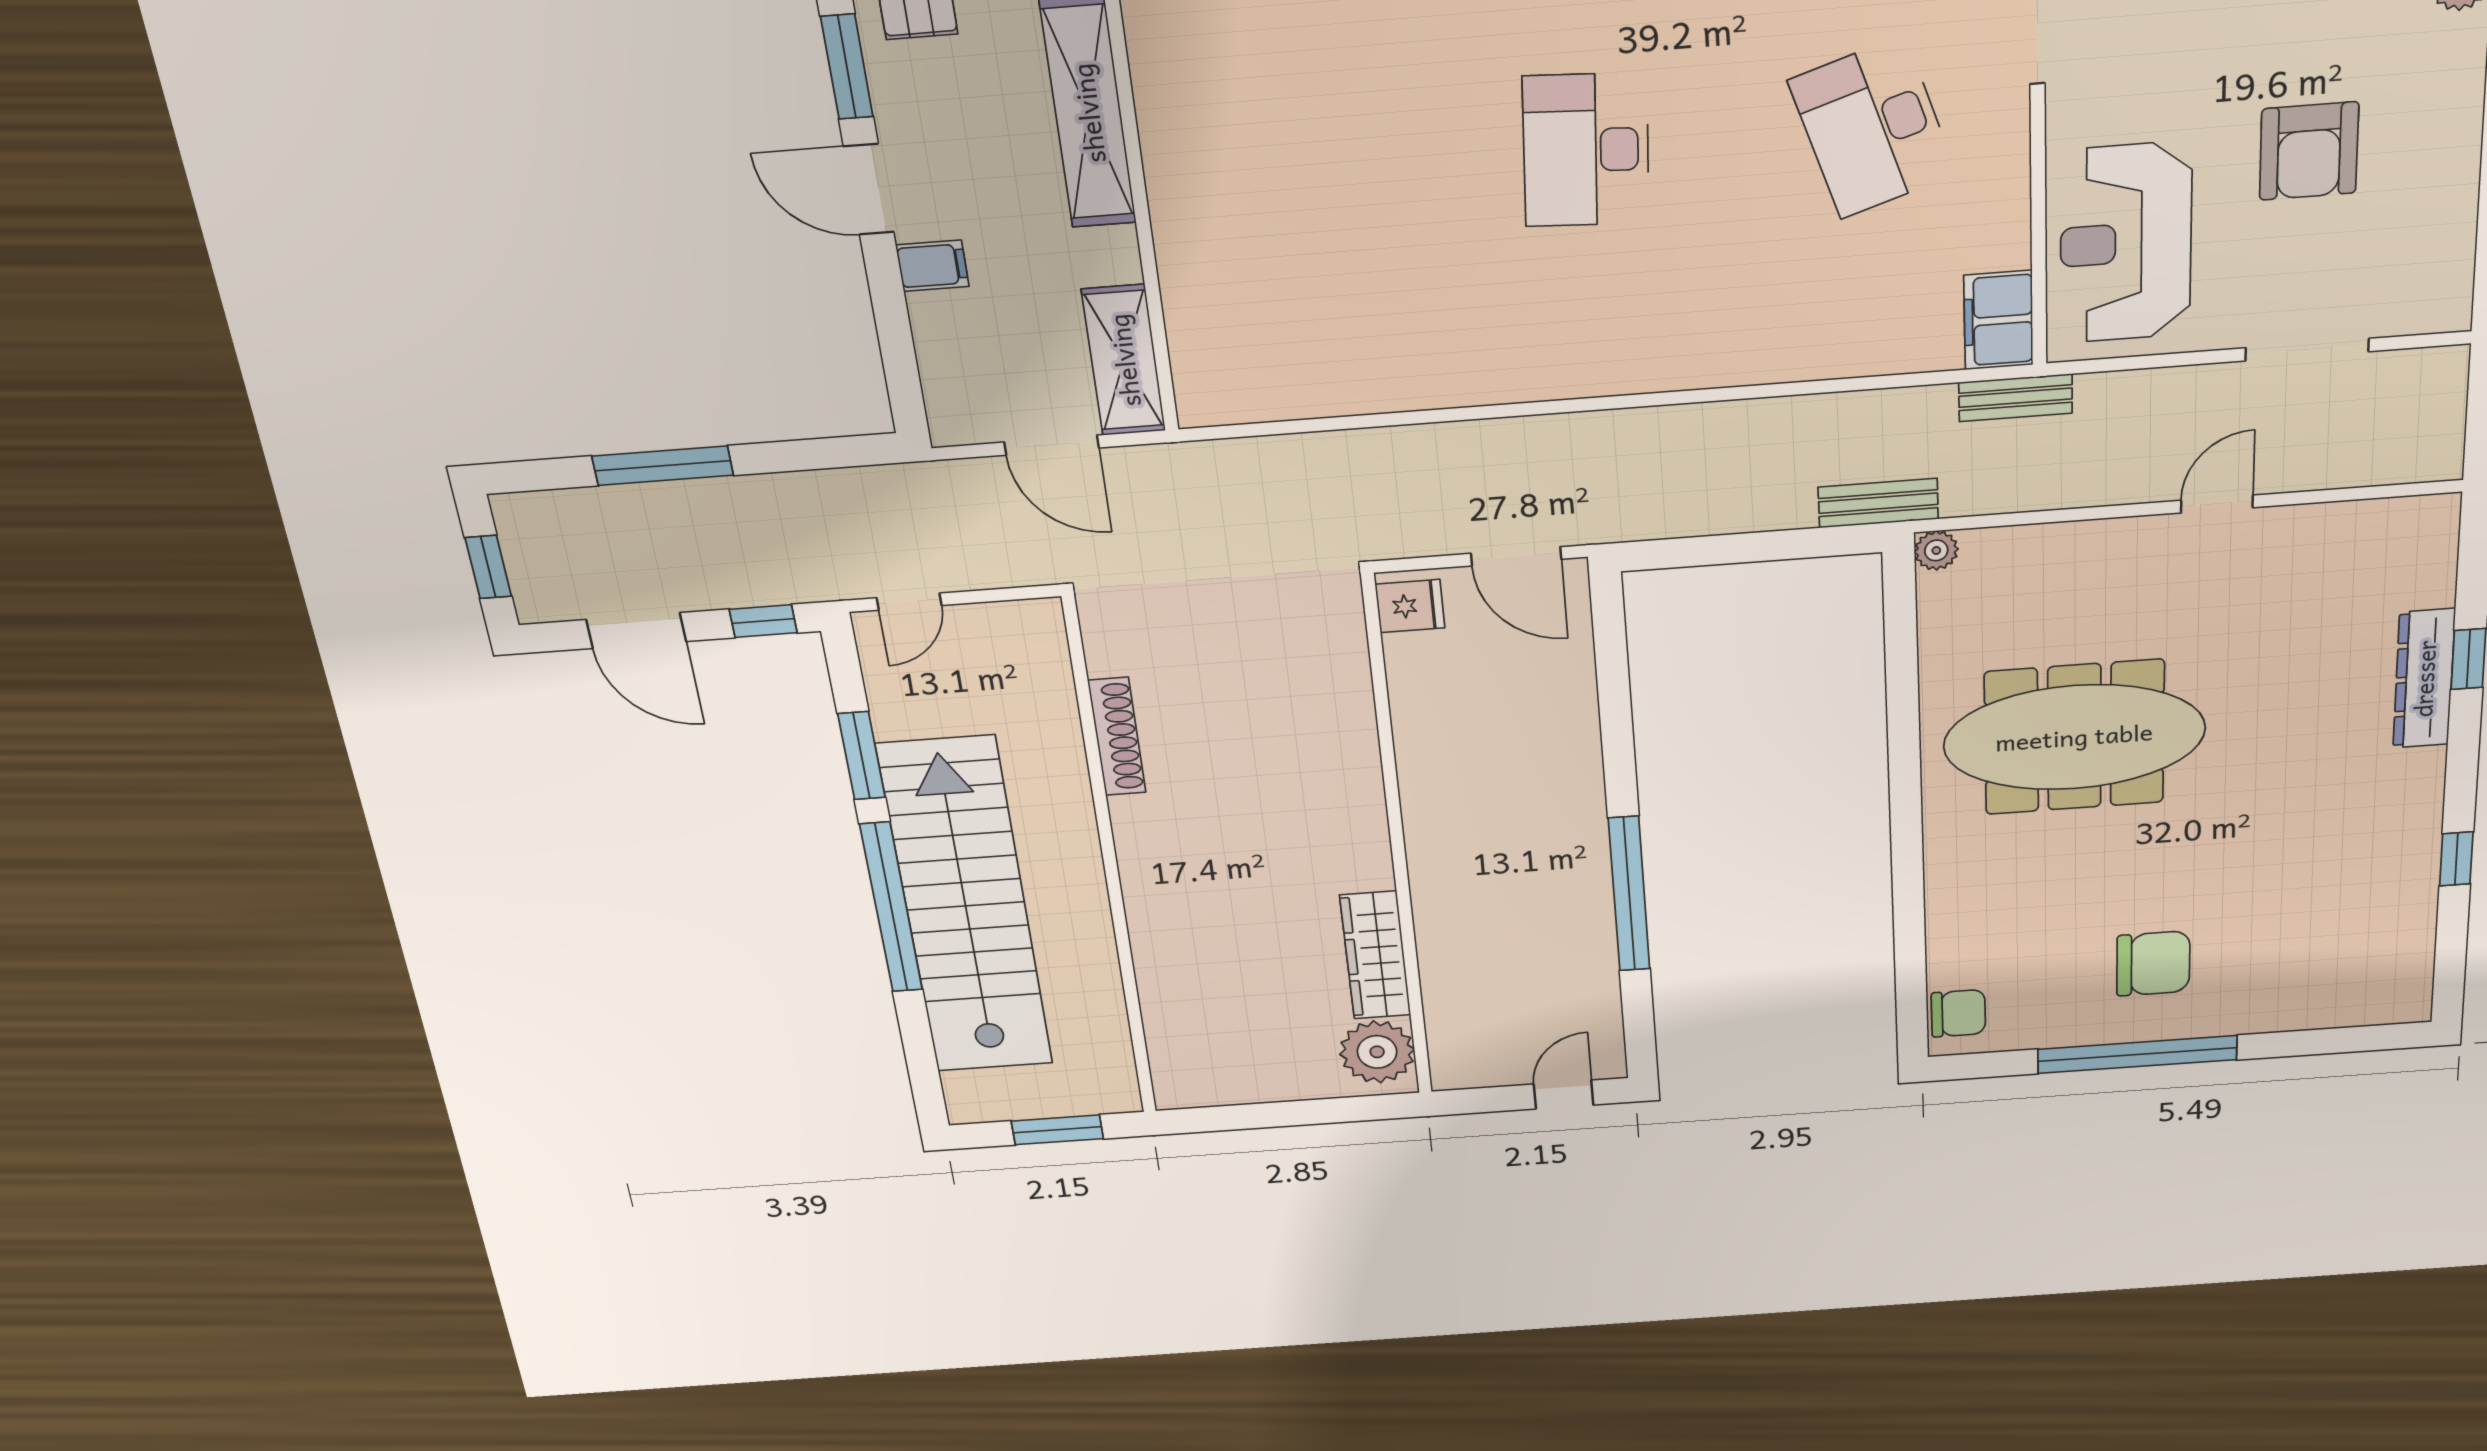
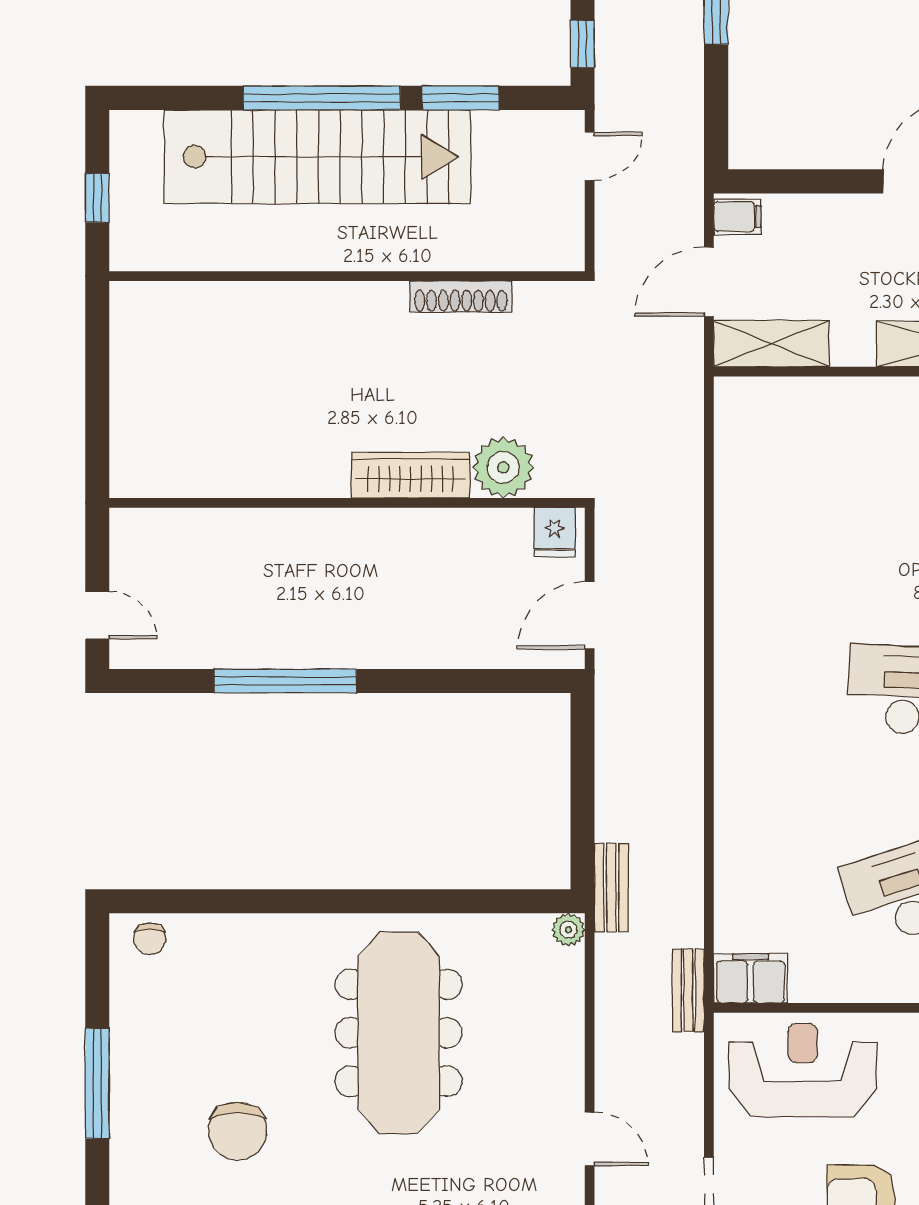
filing cabinet: (932, 266) -> (737, 217), moved, turned -90
door: (909, 602) -> (590, 156), swing flipped
wardrobe: (1375, 955) -> (411, 475), moved
chair: (2153, 963) -> (238, 1131), moved
chair: (1958, 1013) -> (150, 939), width x0.73, depth x0.73
plant: (1377, 1052) -> (503, 467), moved
window: (2137, 1055) -> (97, 1083), width x0.68
window: (1057, 1130) -> (97, 198), width x0.67

